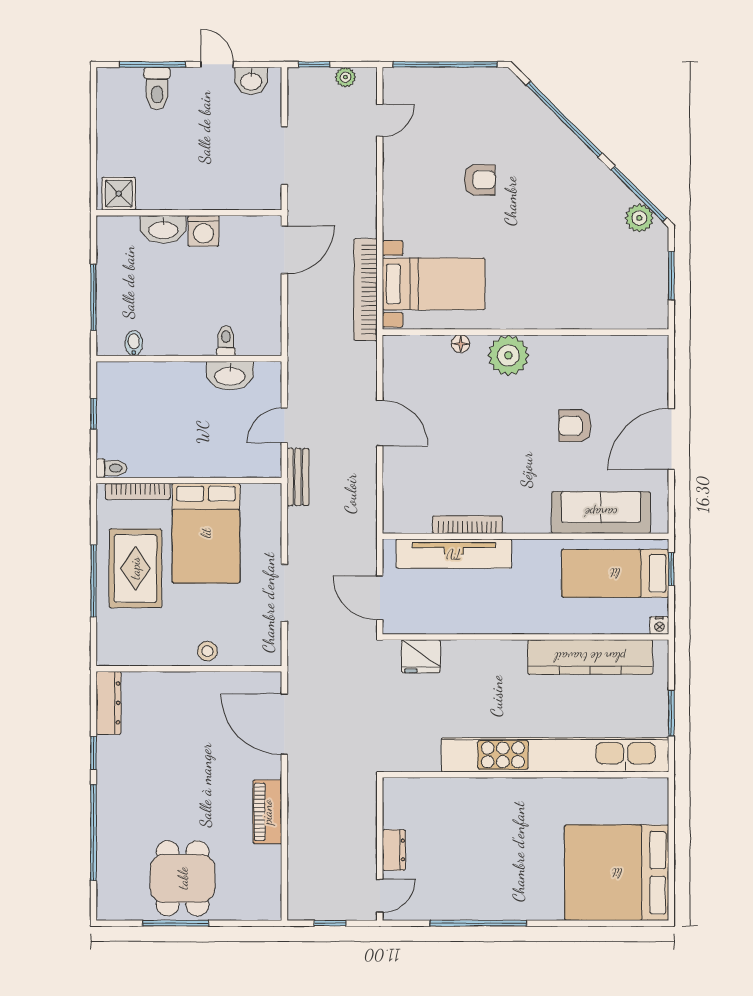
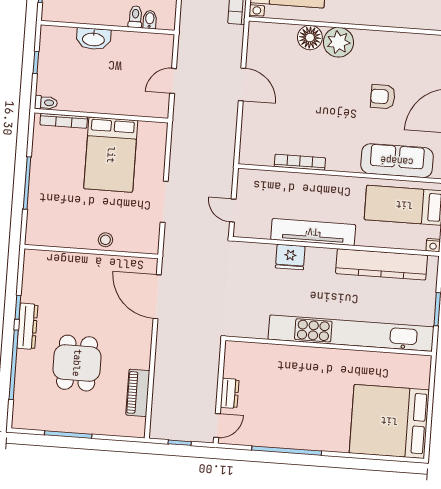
bidet: (134, 343) -> (150, 20), moved
floor lamp: (461, 344) -> (310, 38), width x1.89, depth x1.89
washbasin: (230, 376) -> (93, 39), moved
bench: (298, 477) -> (180, 119), removed
tv unit: (454, 554) -> (313, 232), moved, turned 180
rug: (135, 568) -> (58, 176), removed
door: (380, 598) -> (233, 211), width x0.73
fridge: (421, 656) -> (290, 257), moved
dresser: (109, 703) -> (27, 326), moved
piano: (267, 812) -> (138, 393), moved
dining table: (183, 878) -> (77, 363), moved

